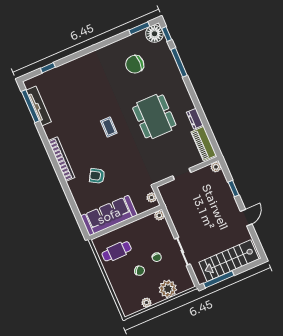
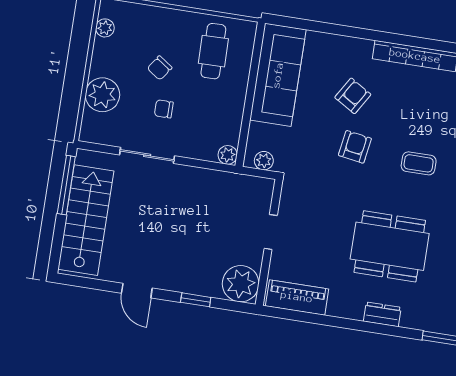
dresser: (195, 119) -> (382, 314), moved
armchair: (119, 160) -> (355, 147), added
plant: (216, 167) -> (241, 284), width x1.87, depth x1.87
plant: (146, 303) -> (105, 28), moved

